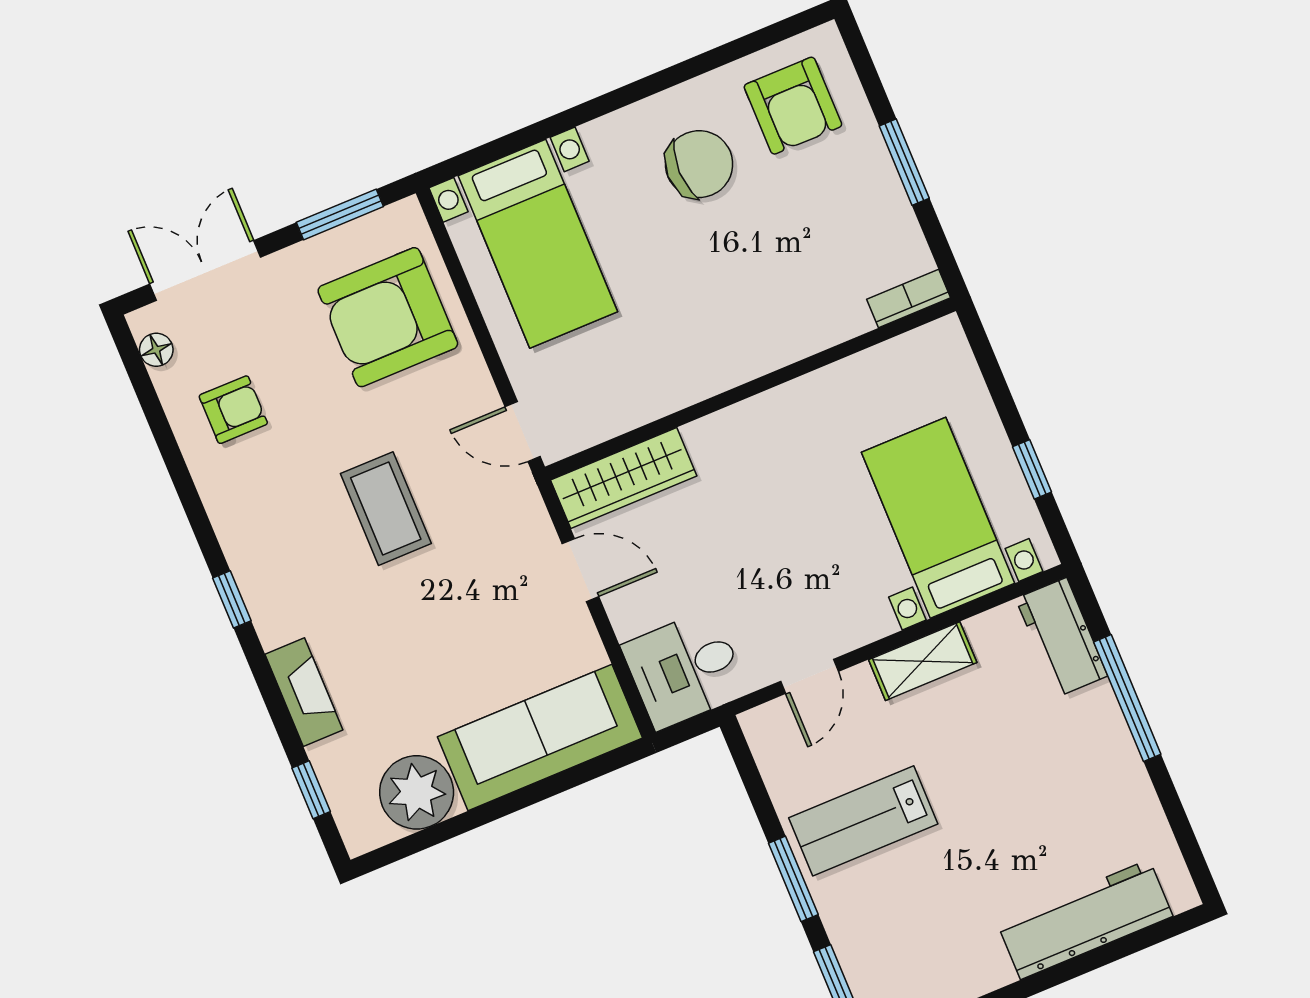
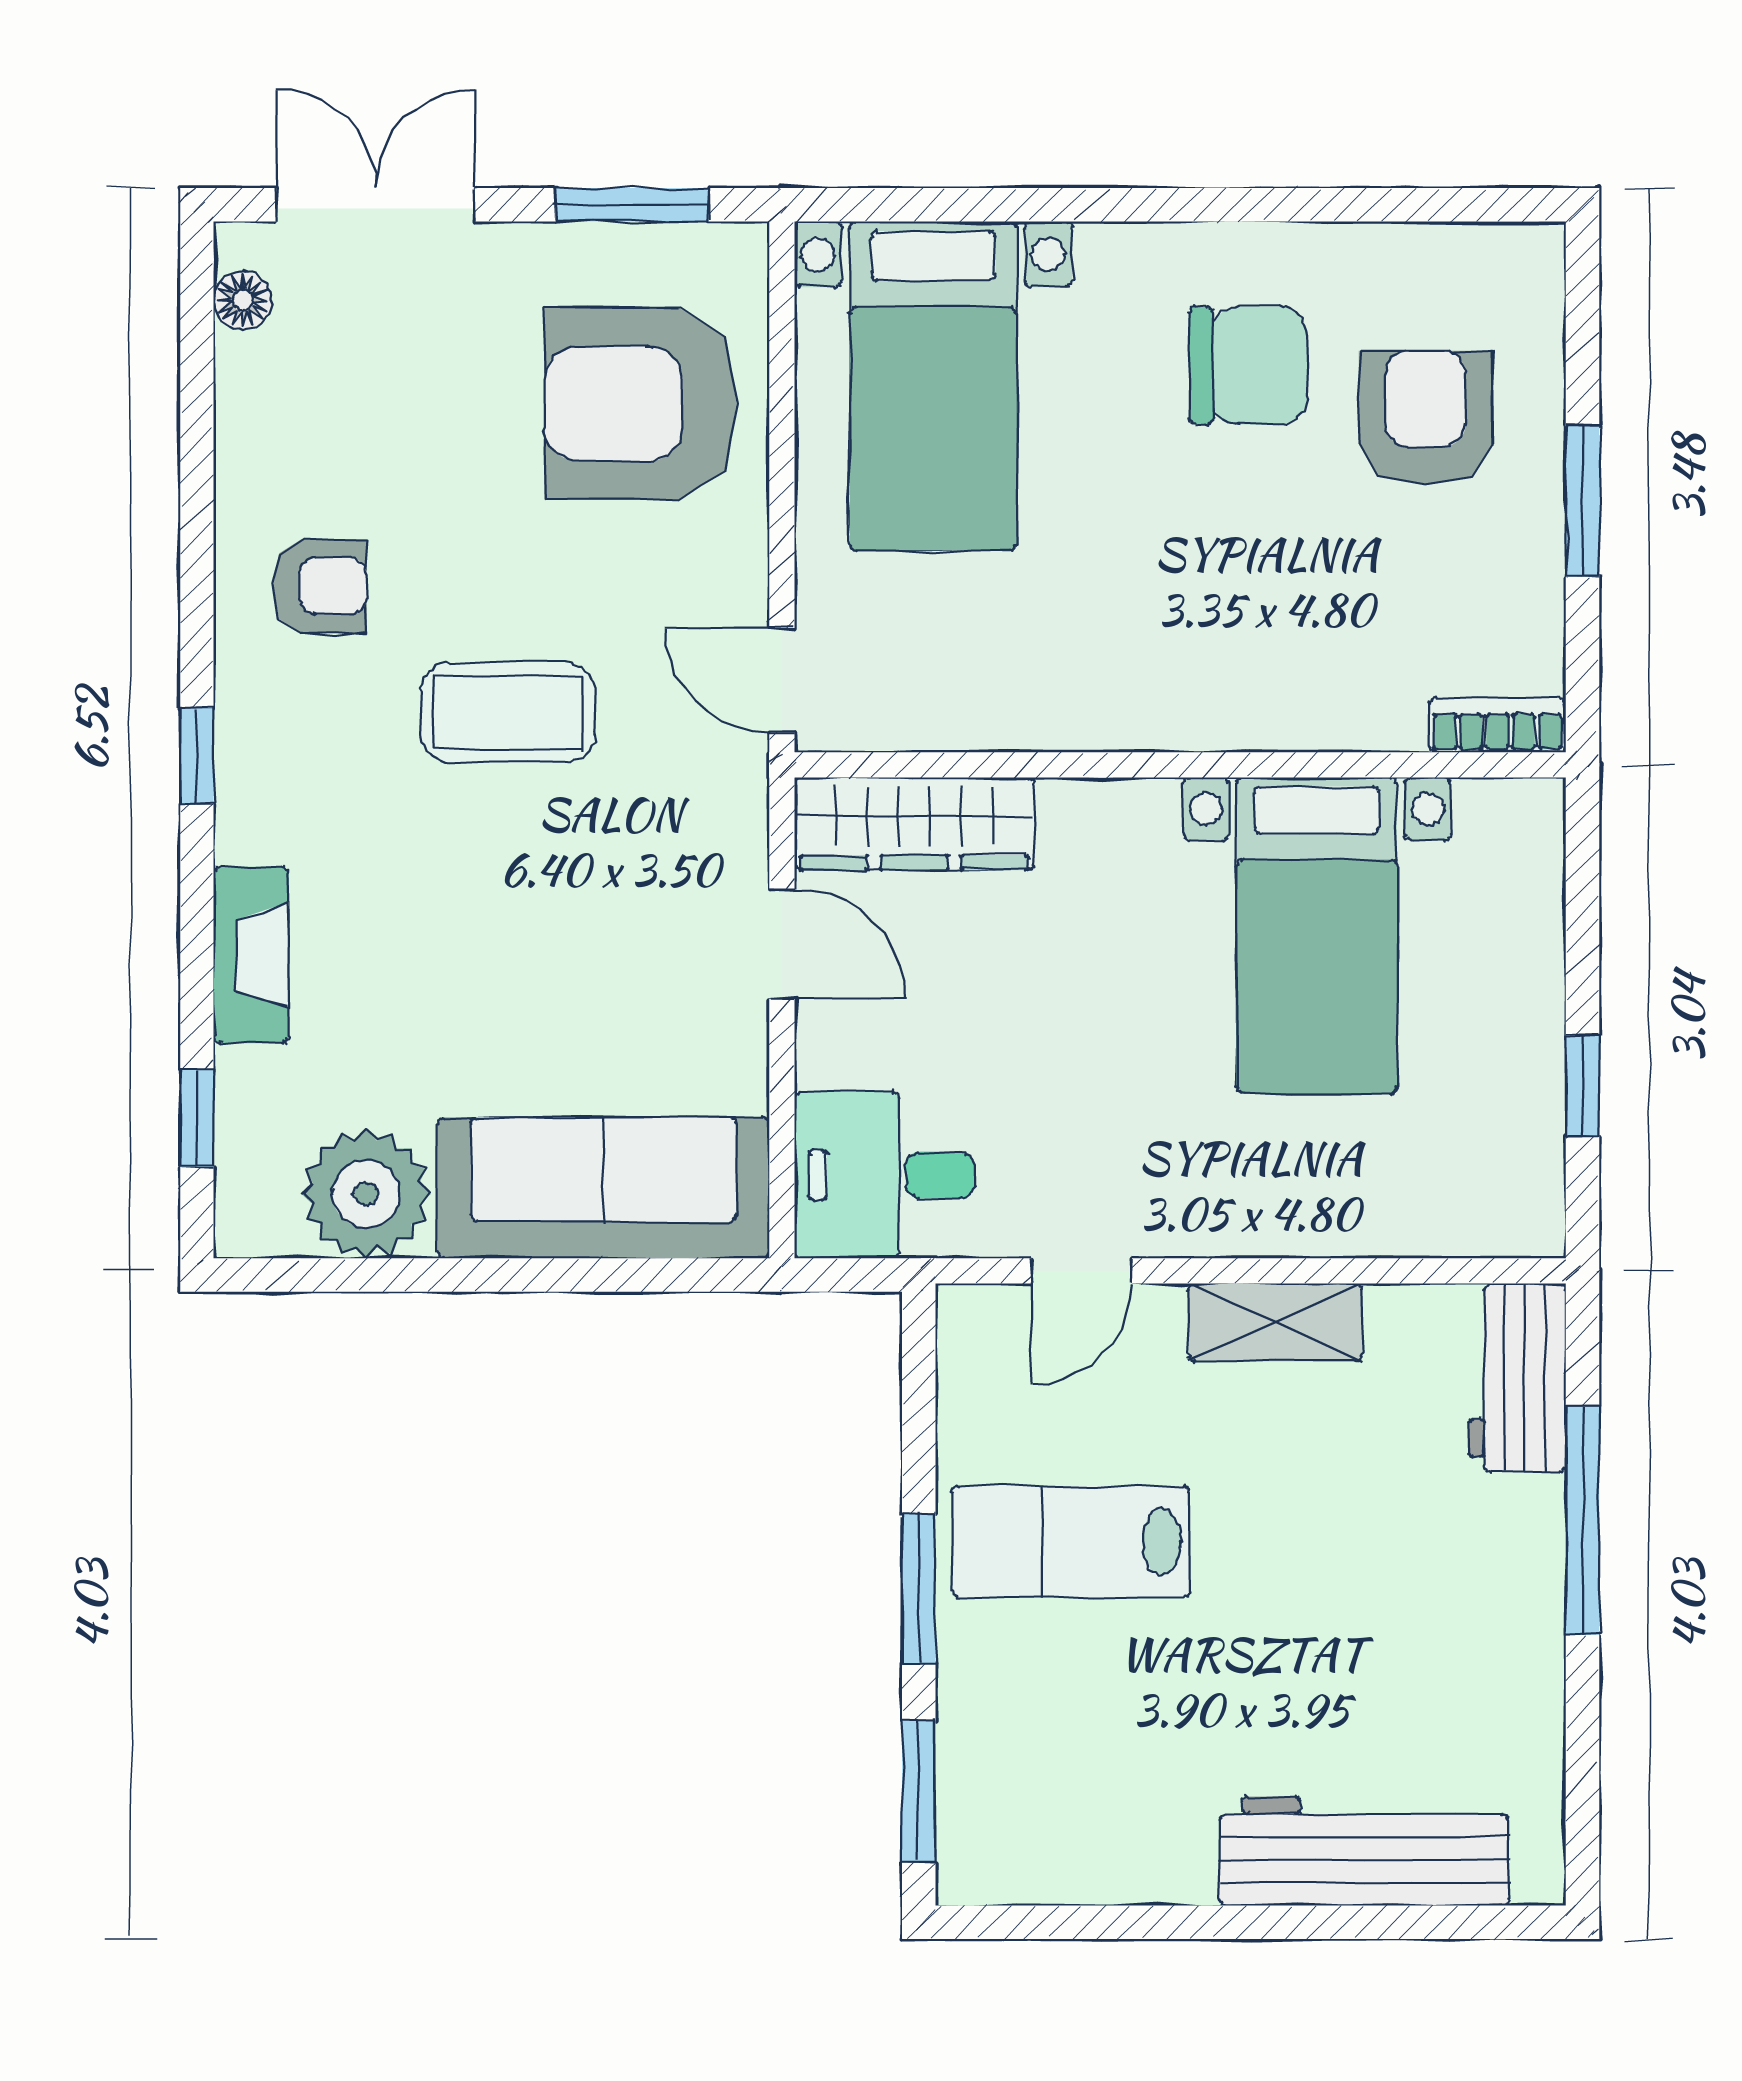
armchair: (793, 106) -> (1426, 418), moved, turned 180
armchair: (233, 410) -> (320, 586), moved
coffee table: (386, 509) -> (508, 713), turned 90
bed with nightstands: (938, 518) -> (1317, 935), moved, turned 180

